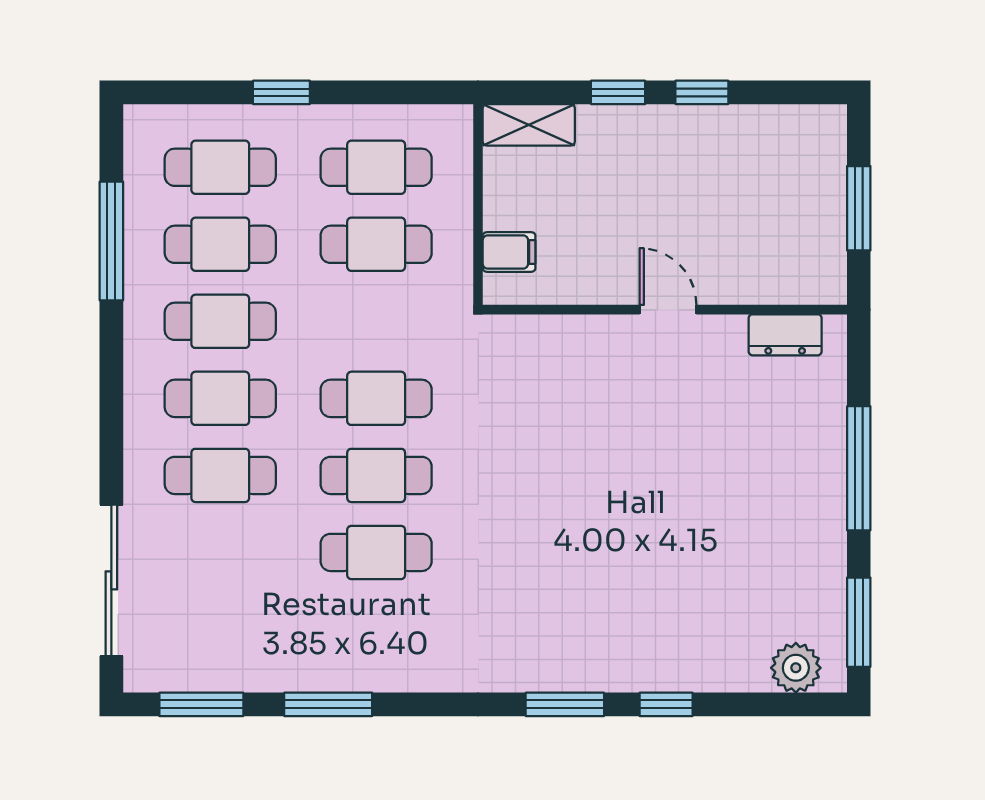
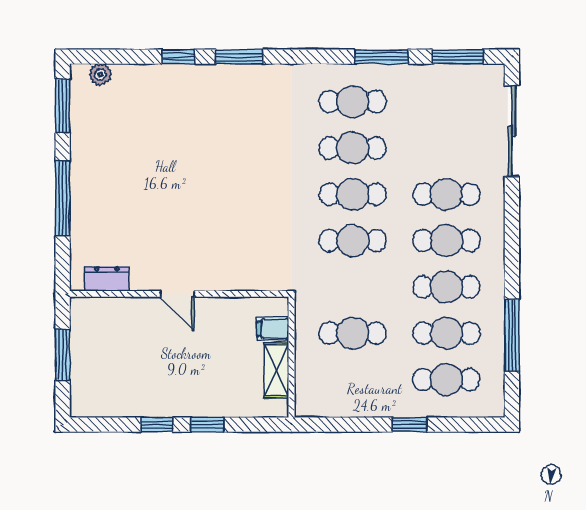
shelving: (529, 125) -> (276, 370), moved, turned 90
cafe table: (376, 167) -> (353, 102), moved
plant: (796, 668) -> (100, 75), width x0.73, depth x0.73

